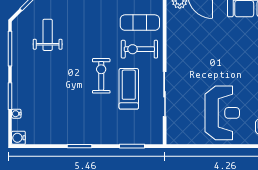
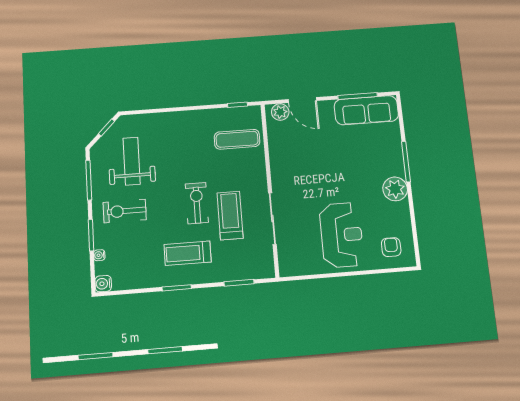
weight bench: (48, 35) -> (132, 161), width x1.36, depth x1.33
exercise bike: (139, 49) -> (125, 211), moved
treadmill: (91, 118) -> (188, 253), added

